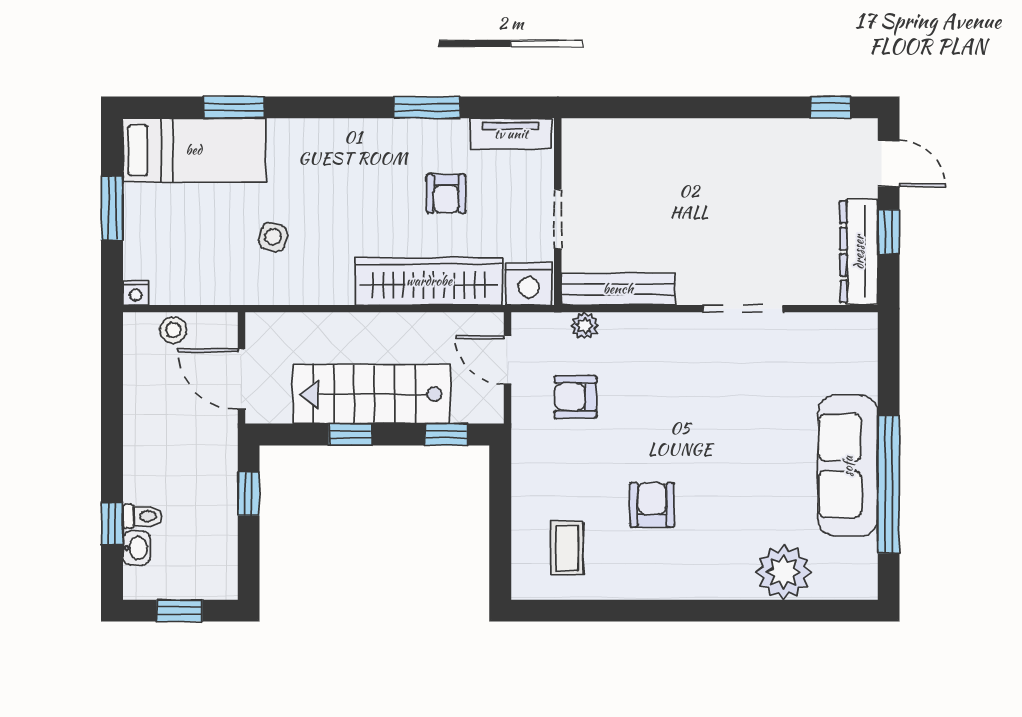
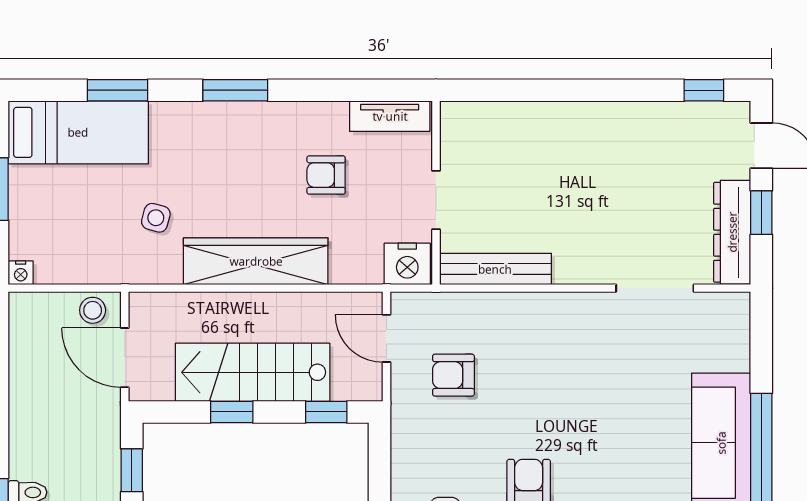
window: (427, 107) -> (235, 90), moved
armchair: (446, 194) -> (326, 175), turned 90
wardrobe: (429, 281) -> (256, 261), moved
doorway: (743, 309) -> (655, 288), moved
plant: (585, 326) -> (462, 305), removed
stool: (173, 330) -> (93, 310), moved

